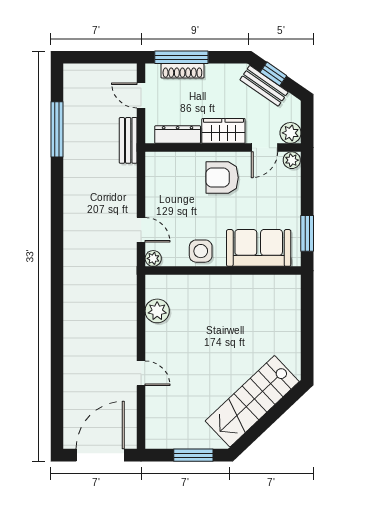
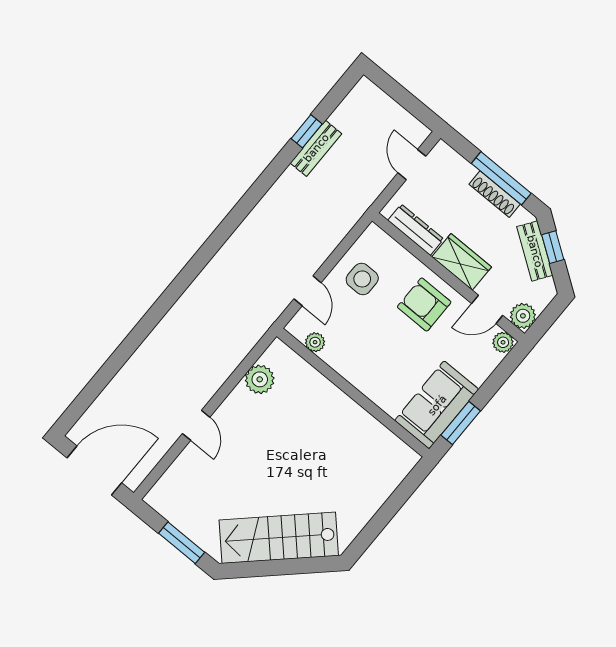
window: (181, 57) -> (501, 178), moved
shoe rack: (182, 71) -> (495, 194), moved
window: (57, 129) -> (307, 131), width x0.46
bench: (128, 140) -> (316, 148), moved
sofa: (259, 248) -> (437, 405), moved, turned -90
side table: (201, 251) -> (362, 279), moved
plant: (153, 258) -> (315, 342), moved

